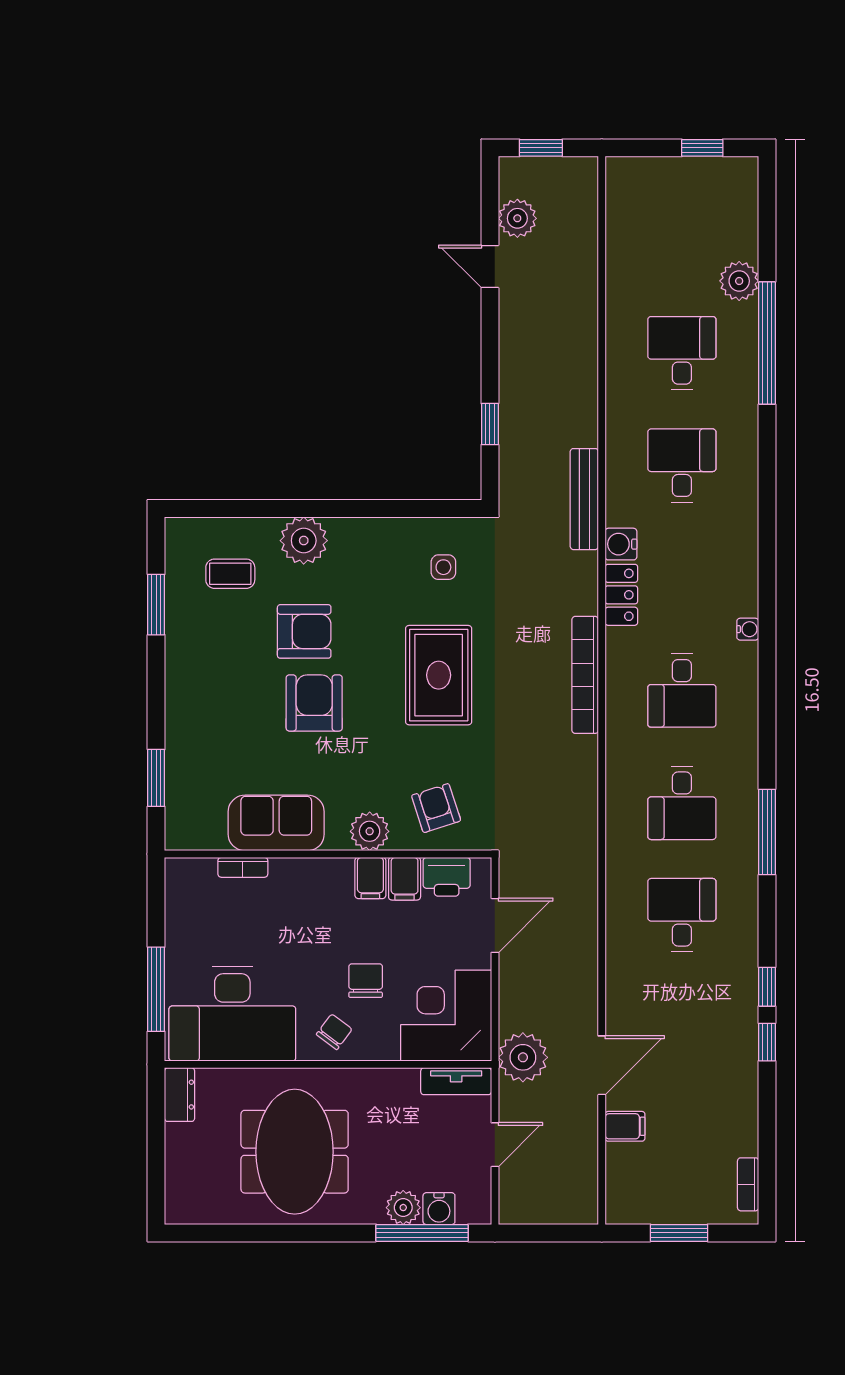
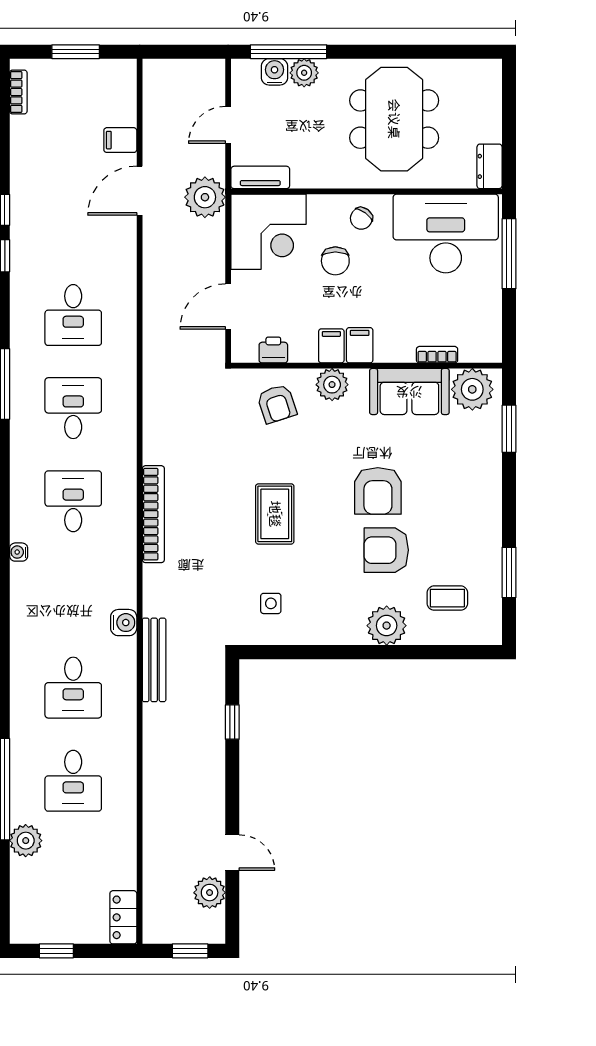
locker: (621, 595) -> (123, 917), moved
rug: (439, 675) -> (275, 514), width x0.73, depth x0.70
plant: (200, 826) -> (472, 389), added
printer: (447, 877) -> (273, 350), width x0.73, depth x0.81
filing cabinet: (405, 879) -> (360, 345), moved

